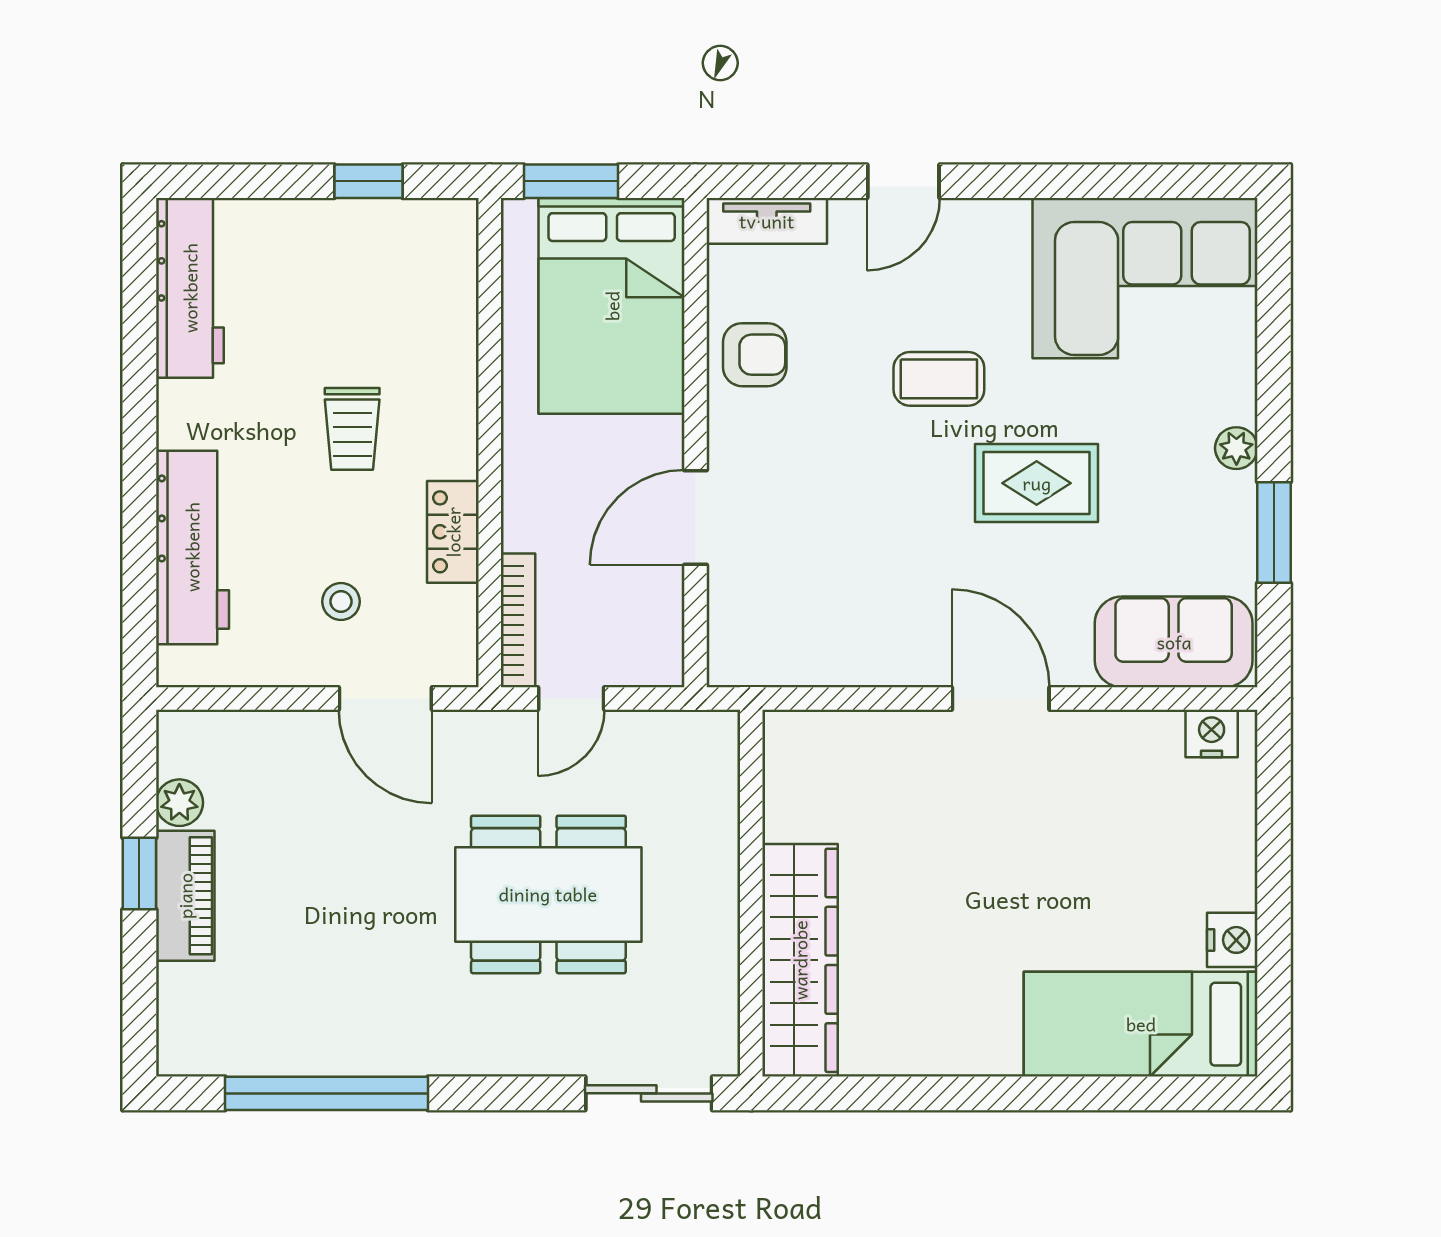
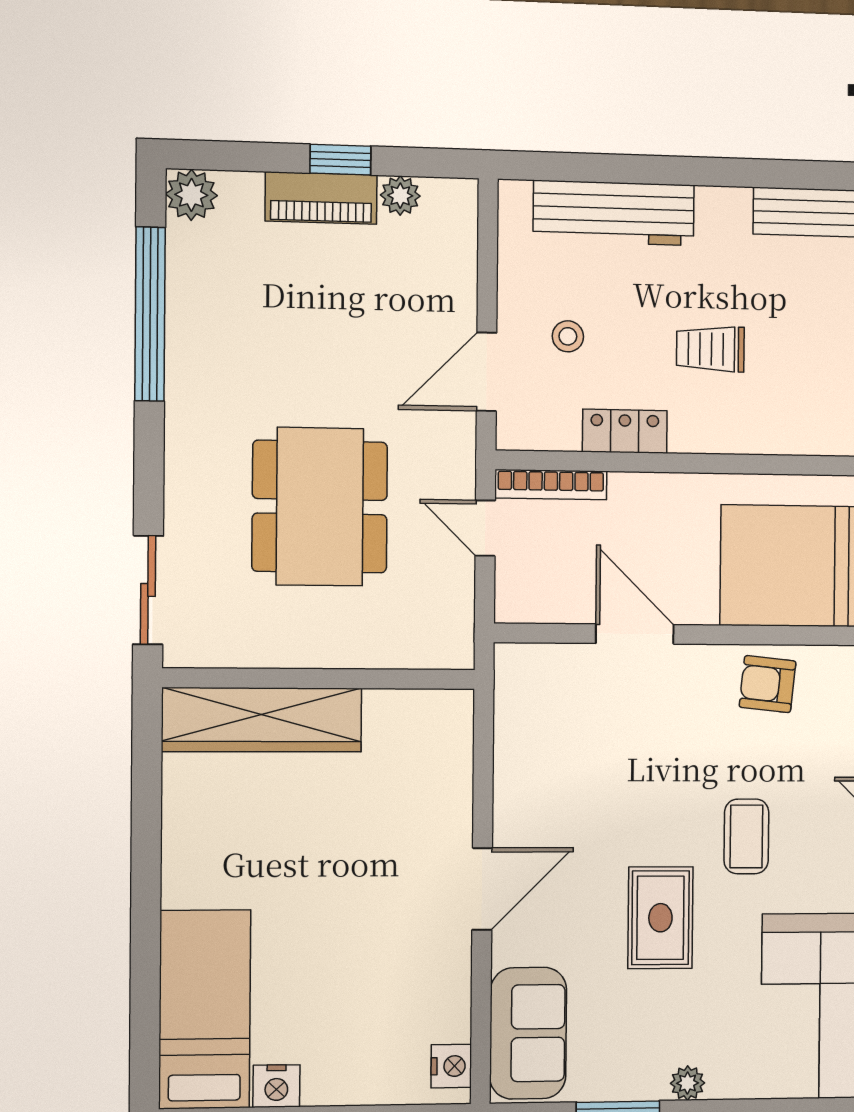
armchair: (755, 355) -> (768, 684), turned 96
plant: (186, 1047) -> (191, 195), added

